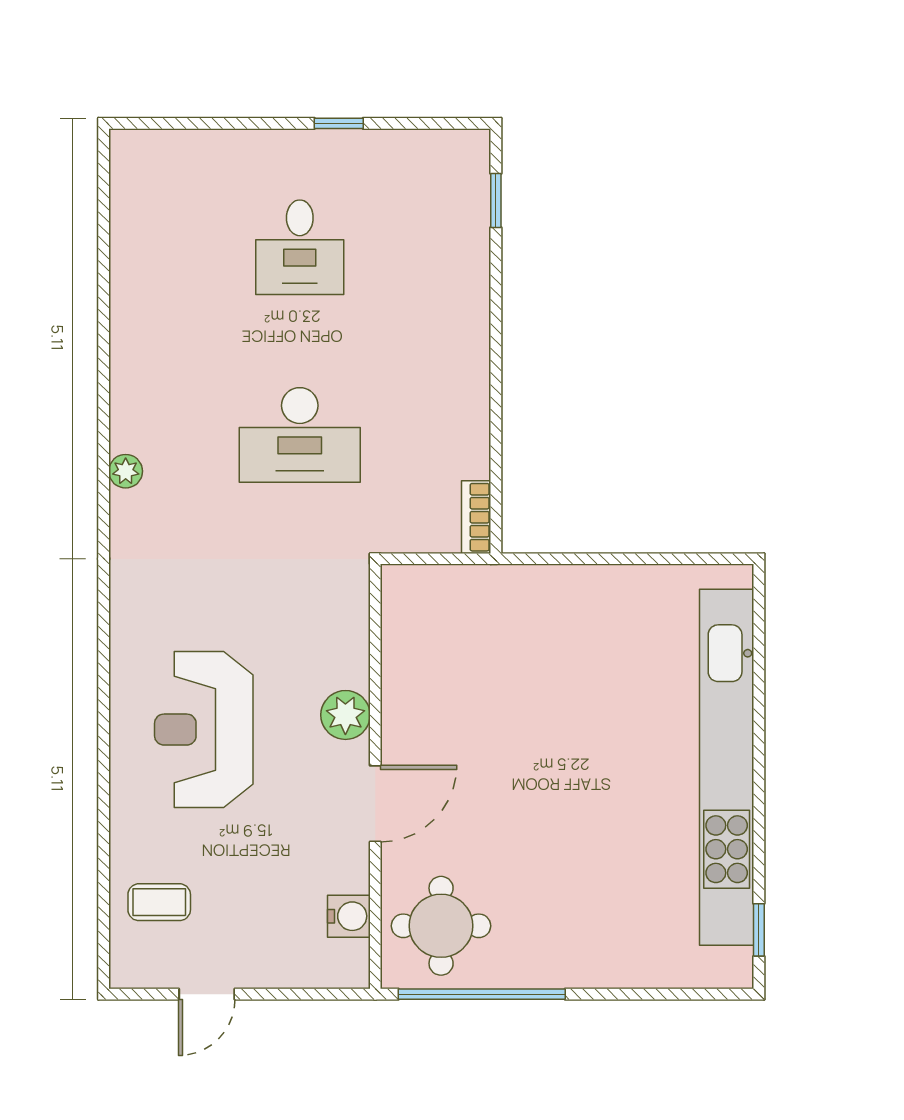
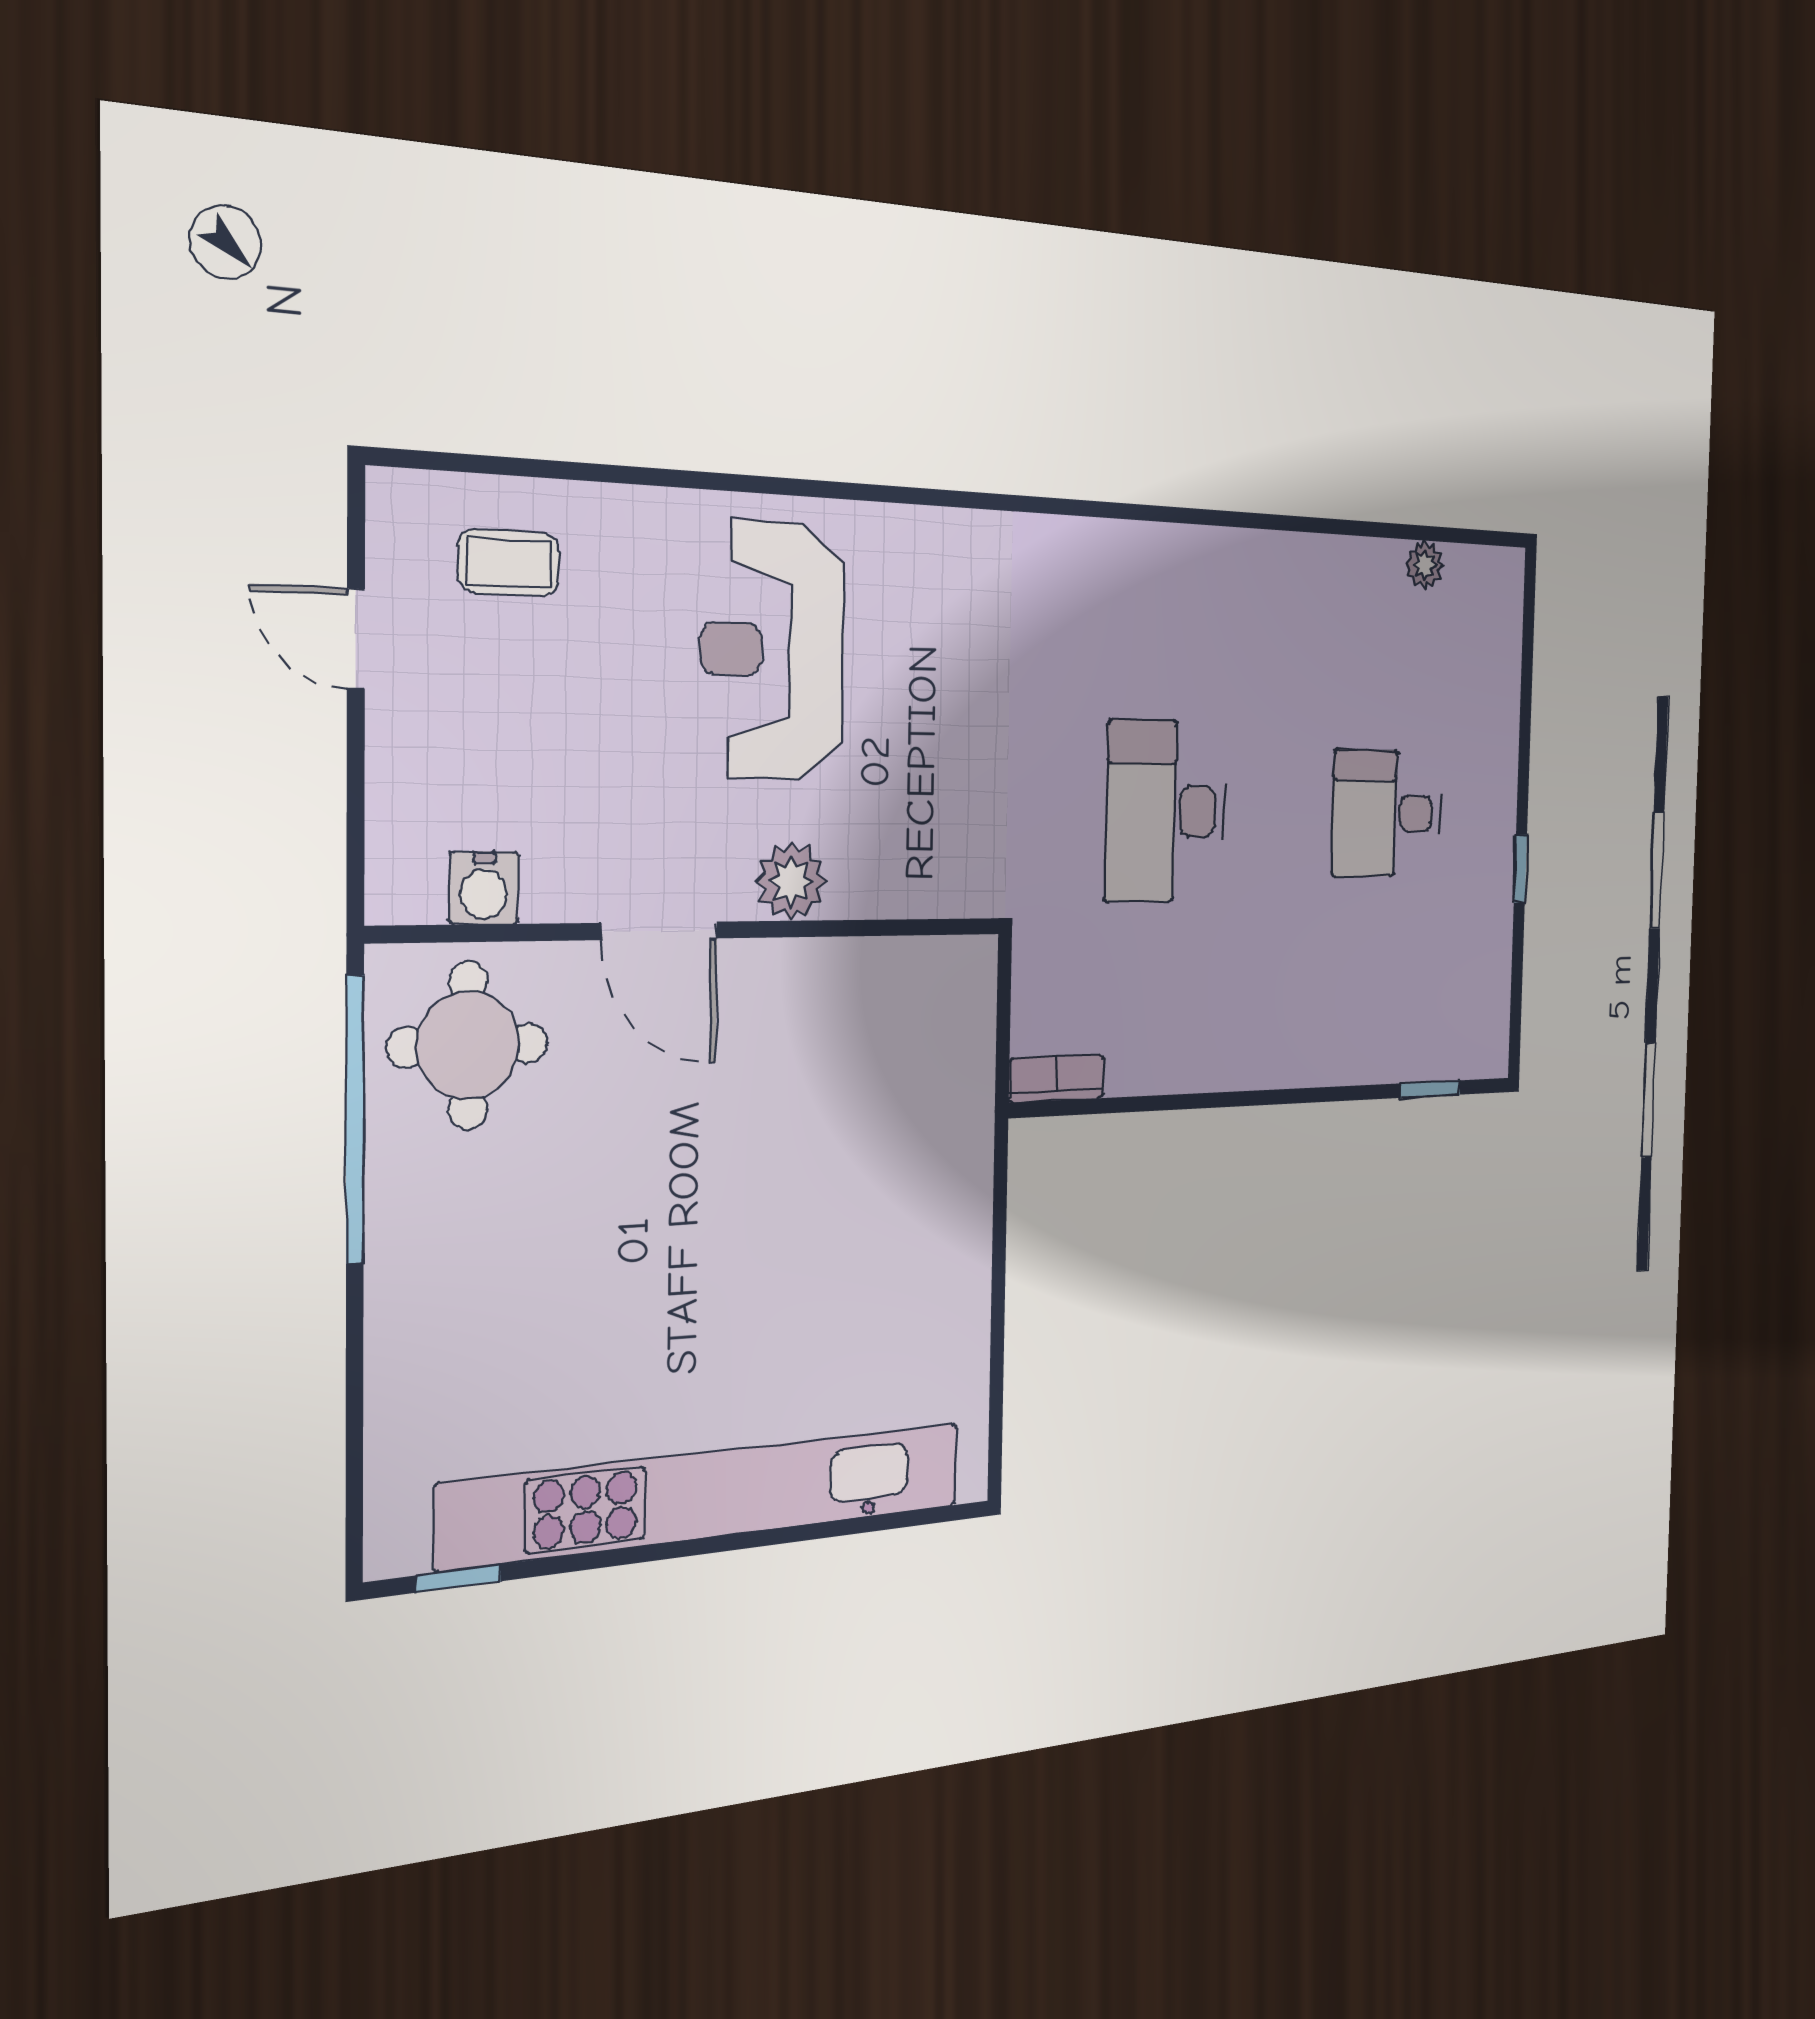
plant: (126, 471) -> (1425, 565), moved
reception desk: (204, 730) -> (773, 651), turned -90
coffee table: (159, 902) -> (509, 563), turned 90

